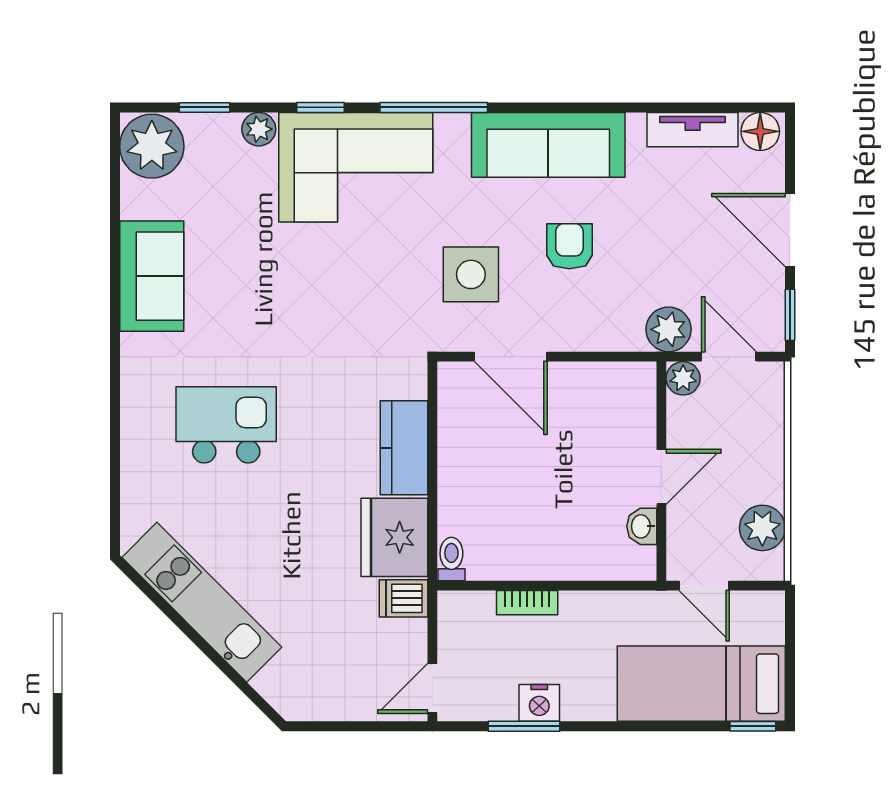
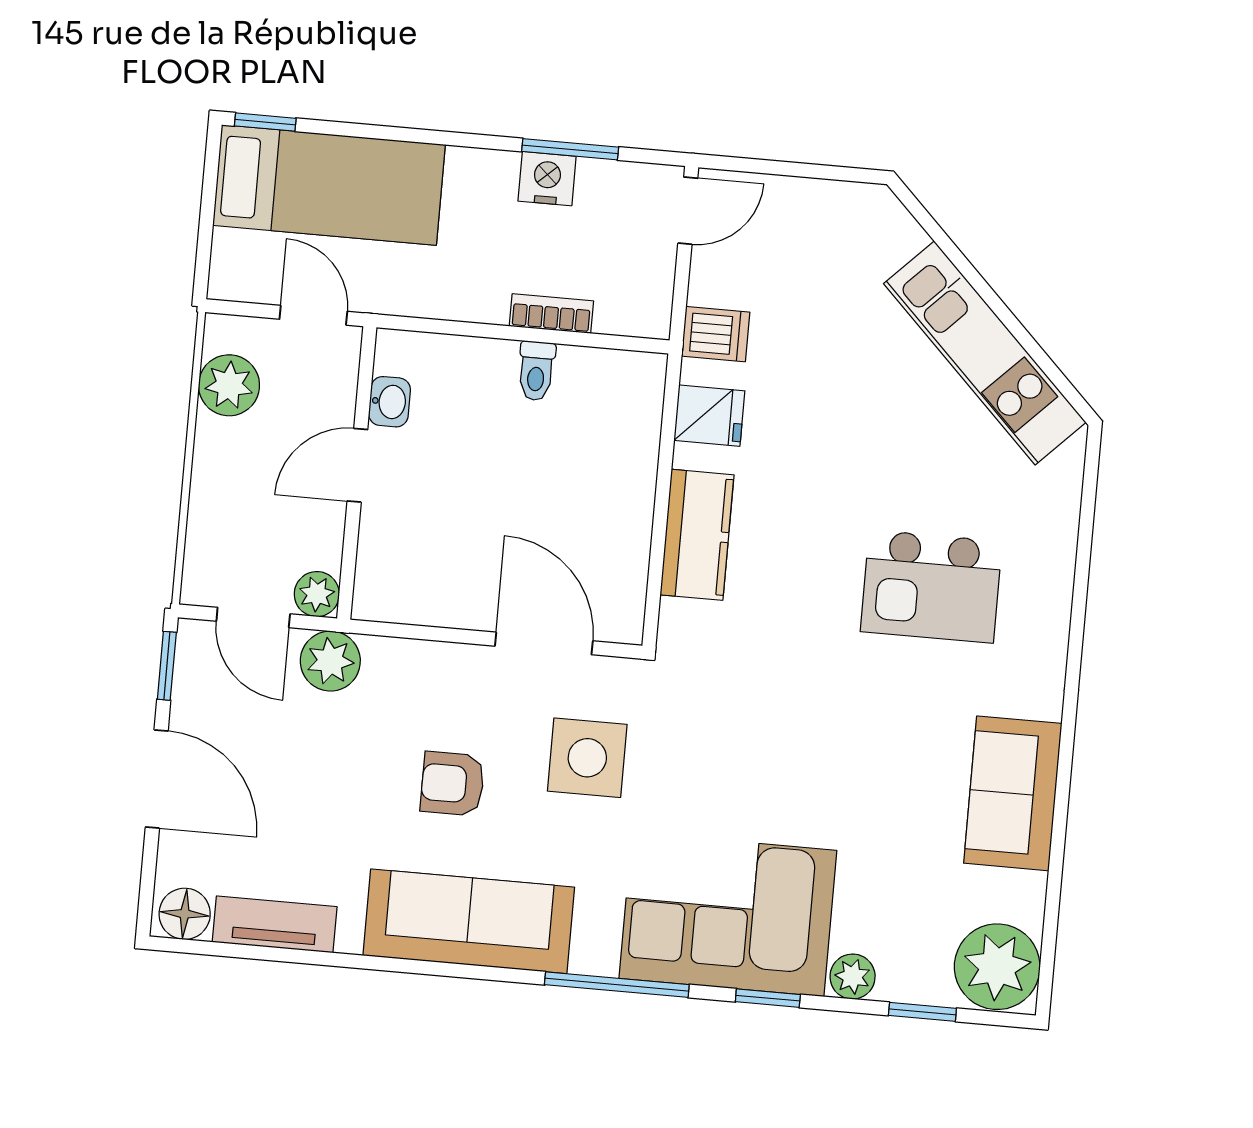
armchair: (569, 246) -> (453, 784), turned 90
fridge: (394, 537) -> (709, 416), width x0.53, depth x0.75
toilet: (451, 559) -> (536, 371), moved

